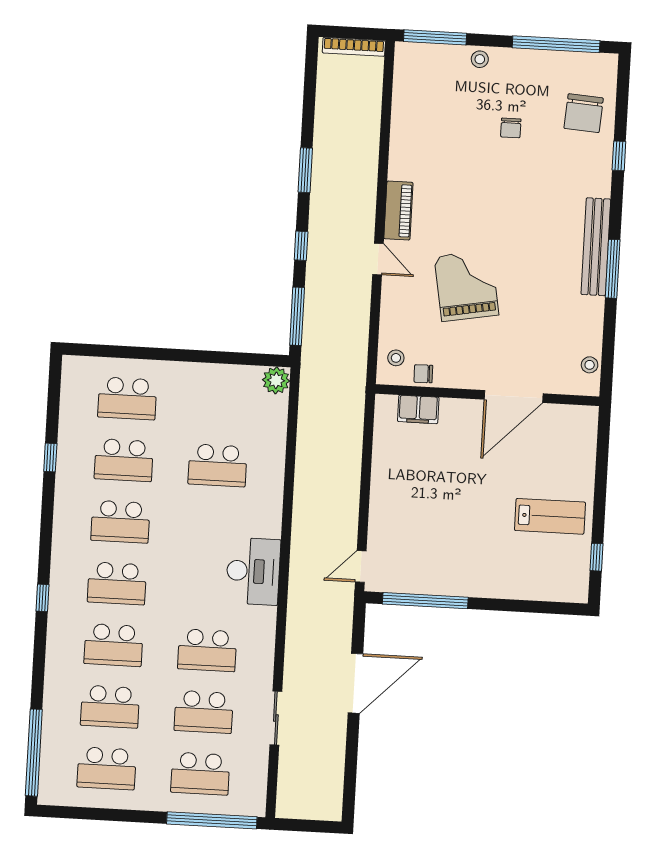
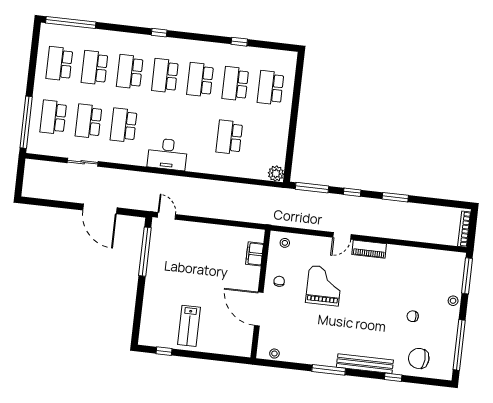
bench: (596, 247) -> (365, 364), moved
grand piano: (466, 286) -> (324, 286), turned -80
chair: (423, 374) -> (279, 281), moved

